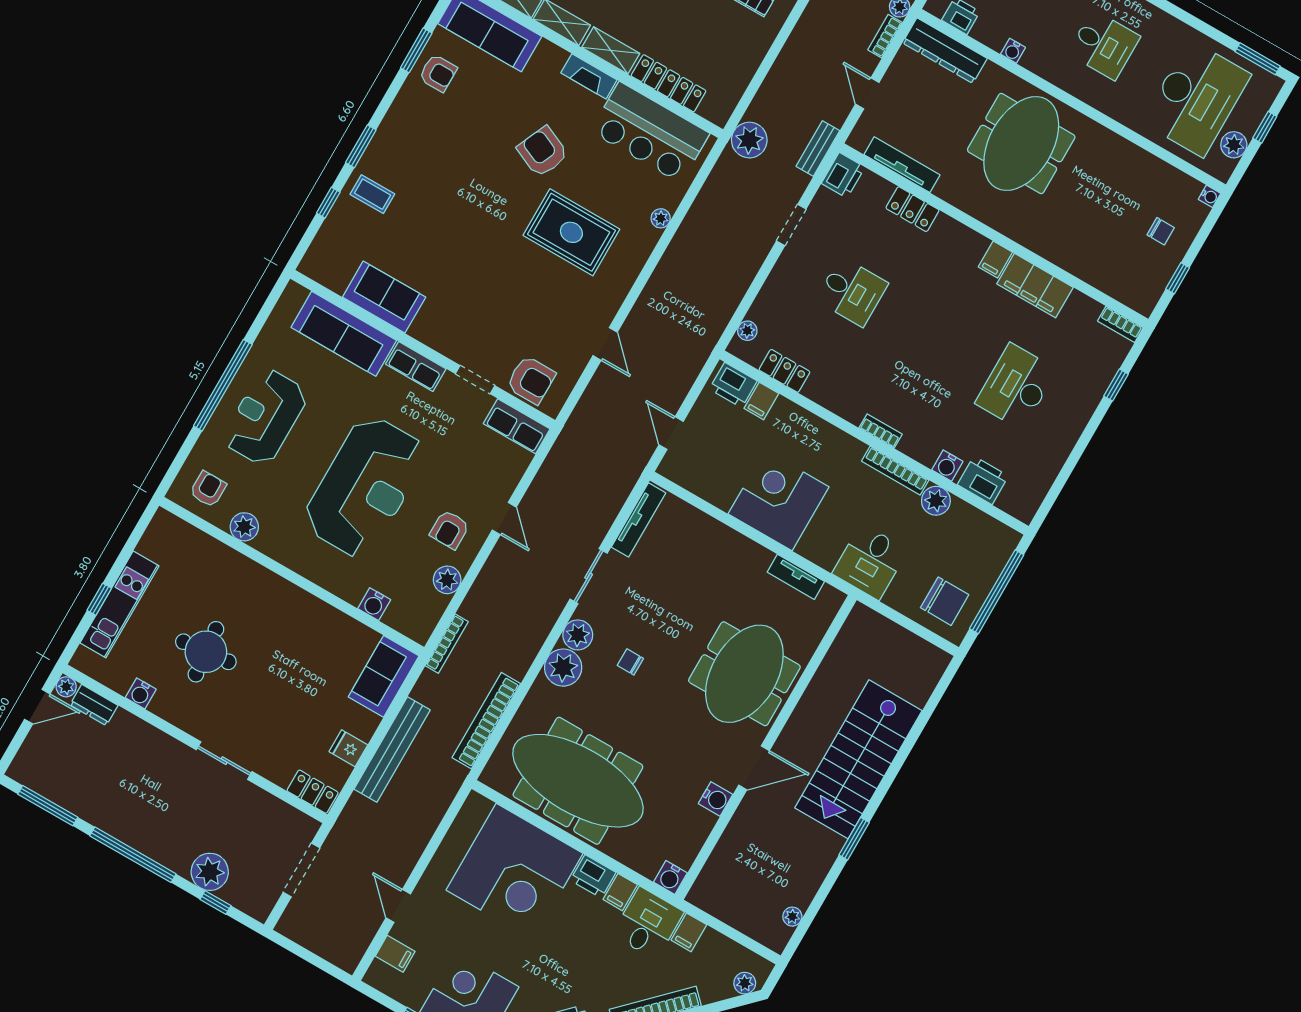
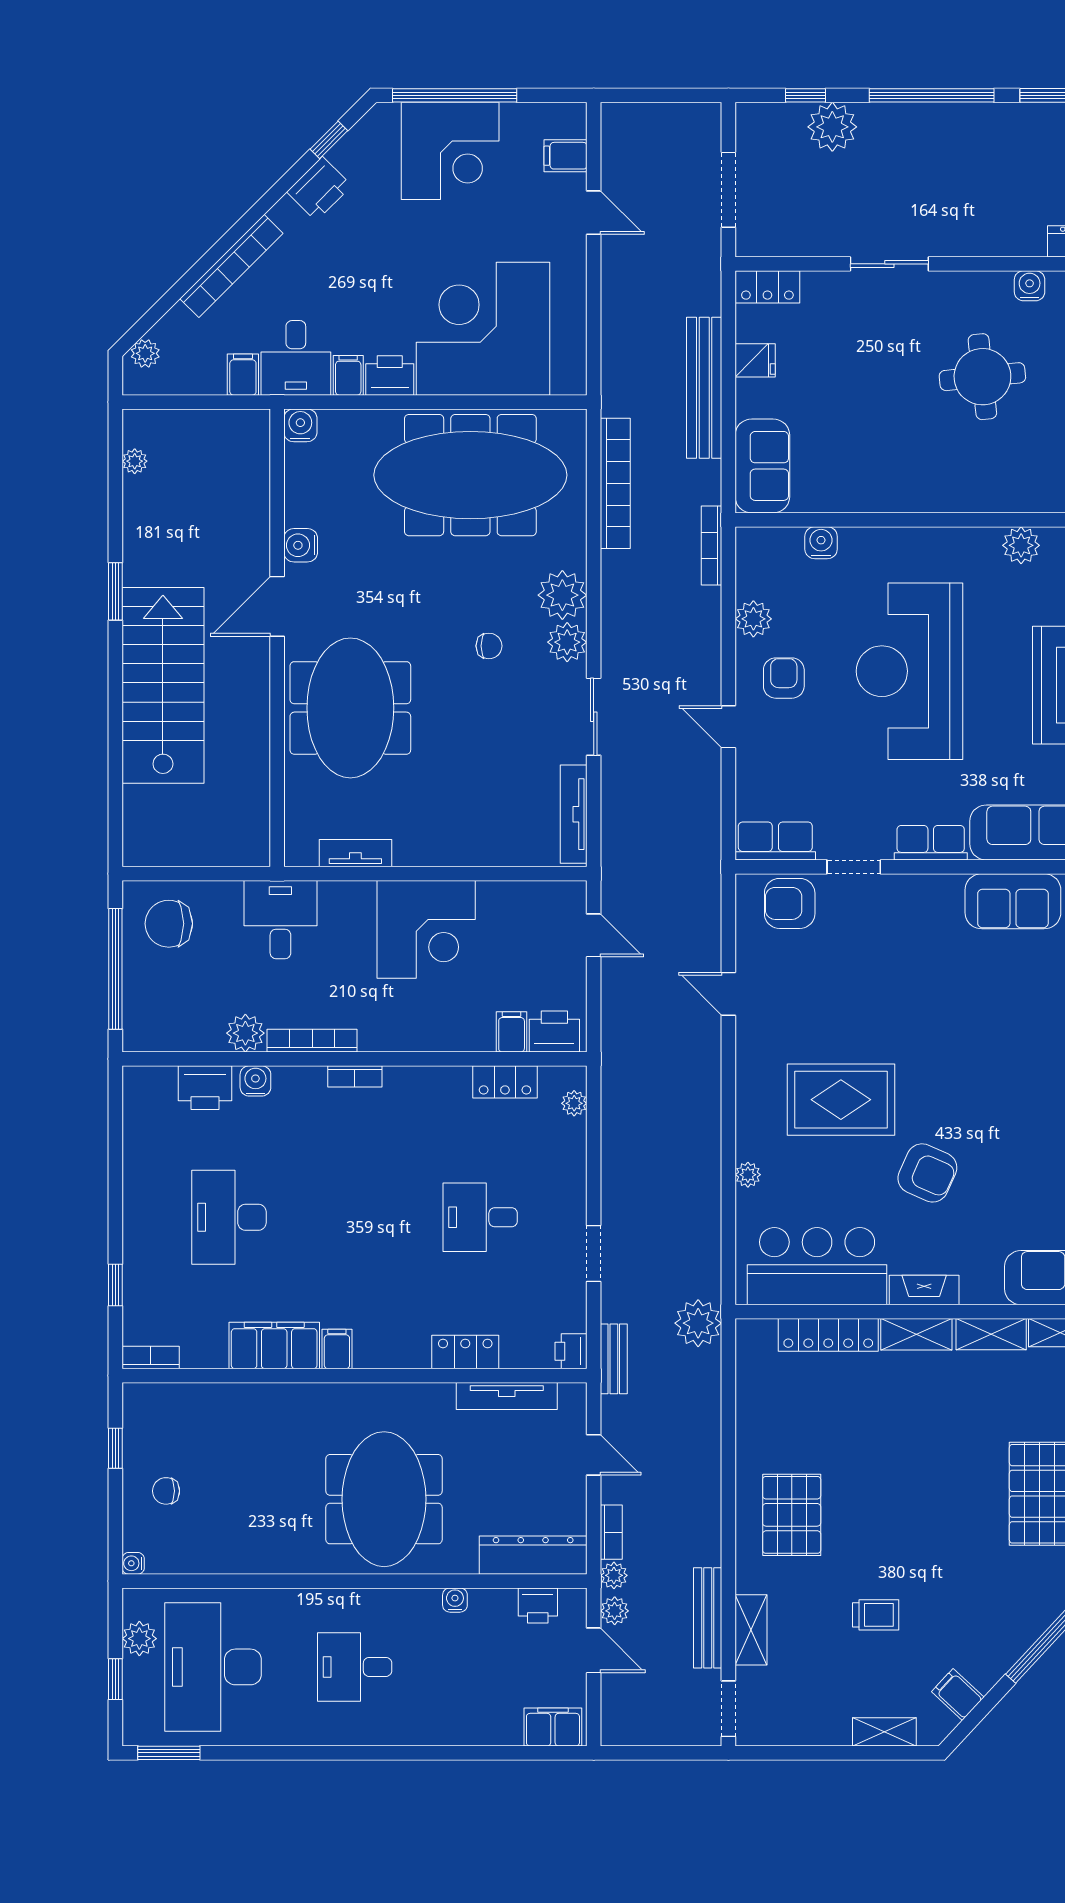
printer: (843, 175) -> (571, 1351), width x0.73, depth x0.81
desk: (1016, 386) -> (229, 1217), turned 180

